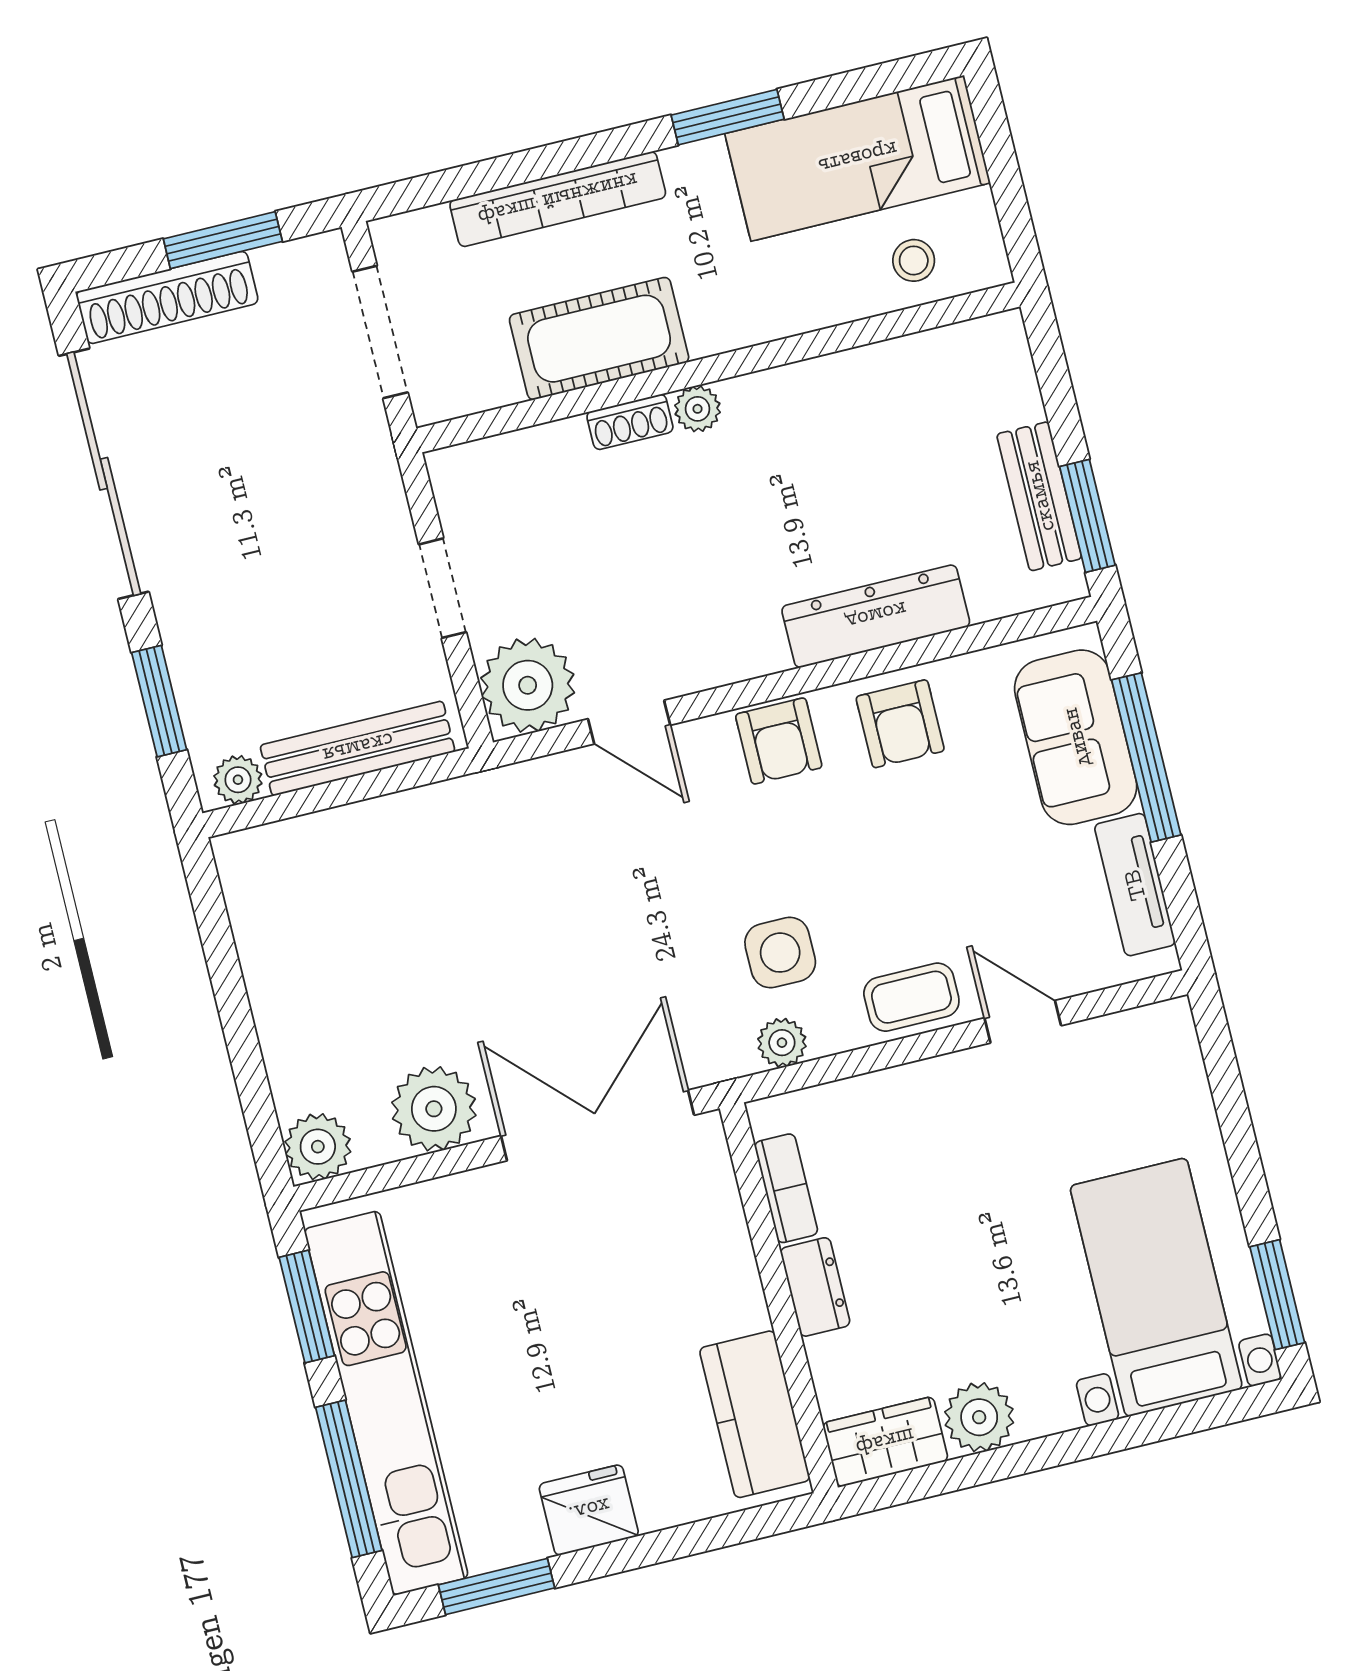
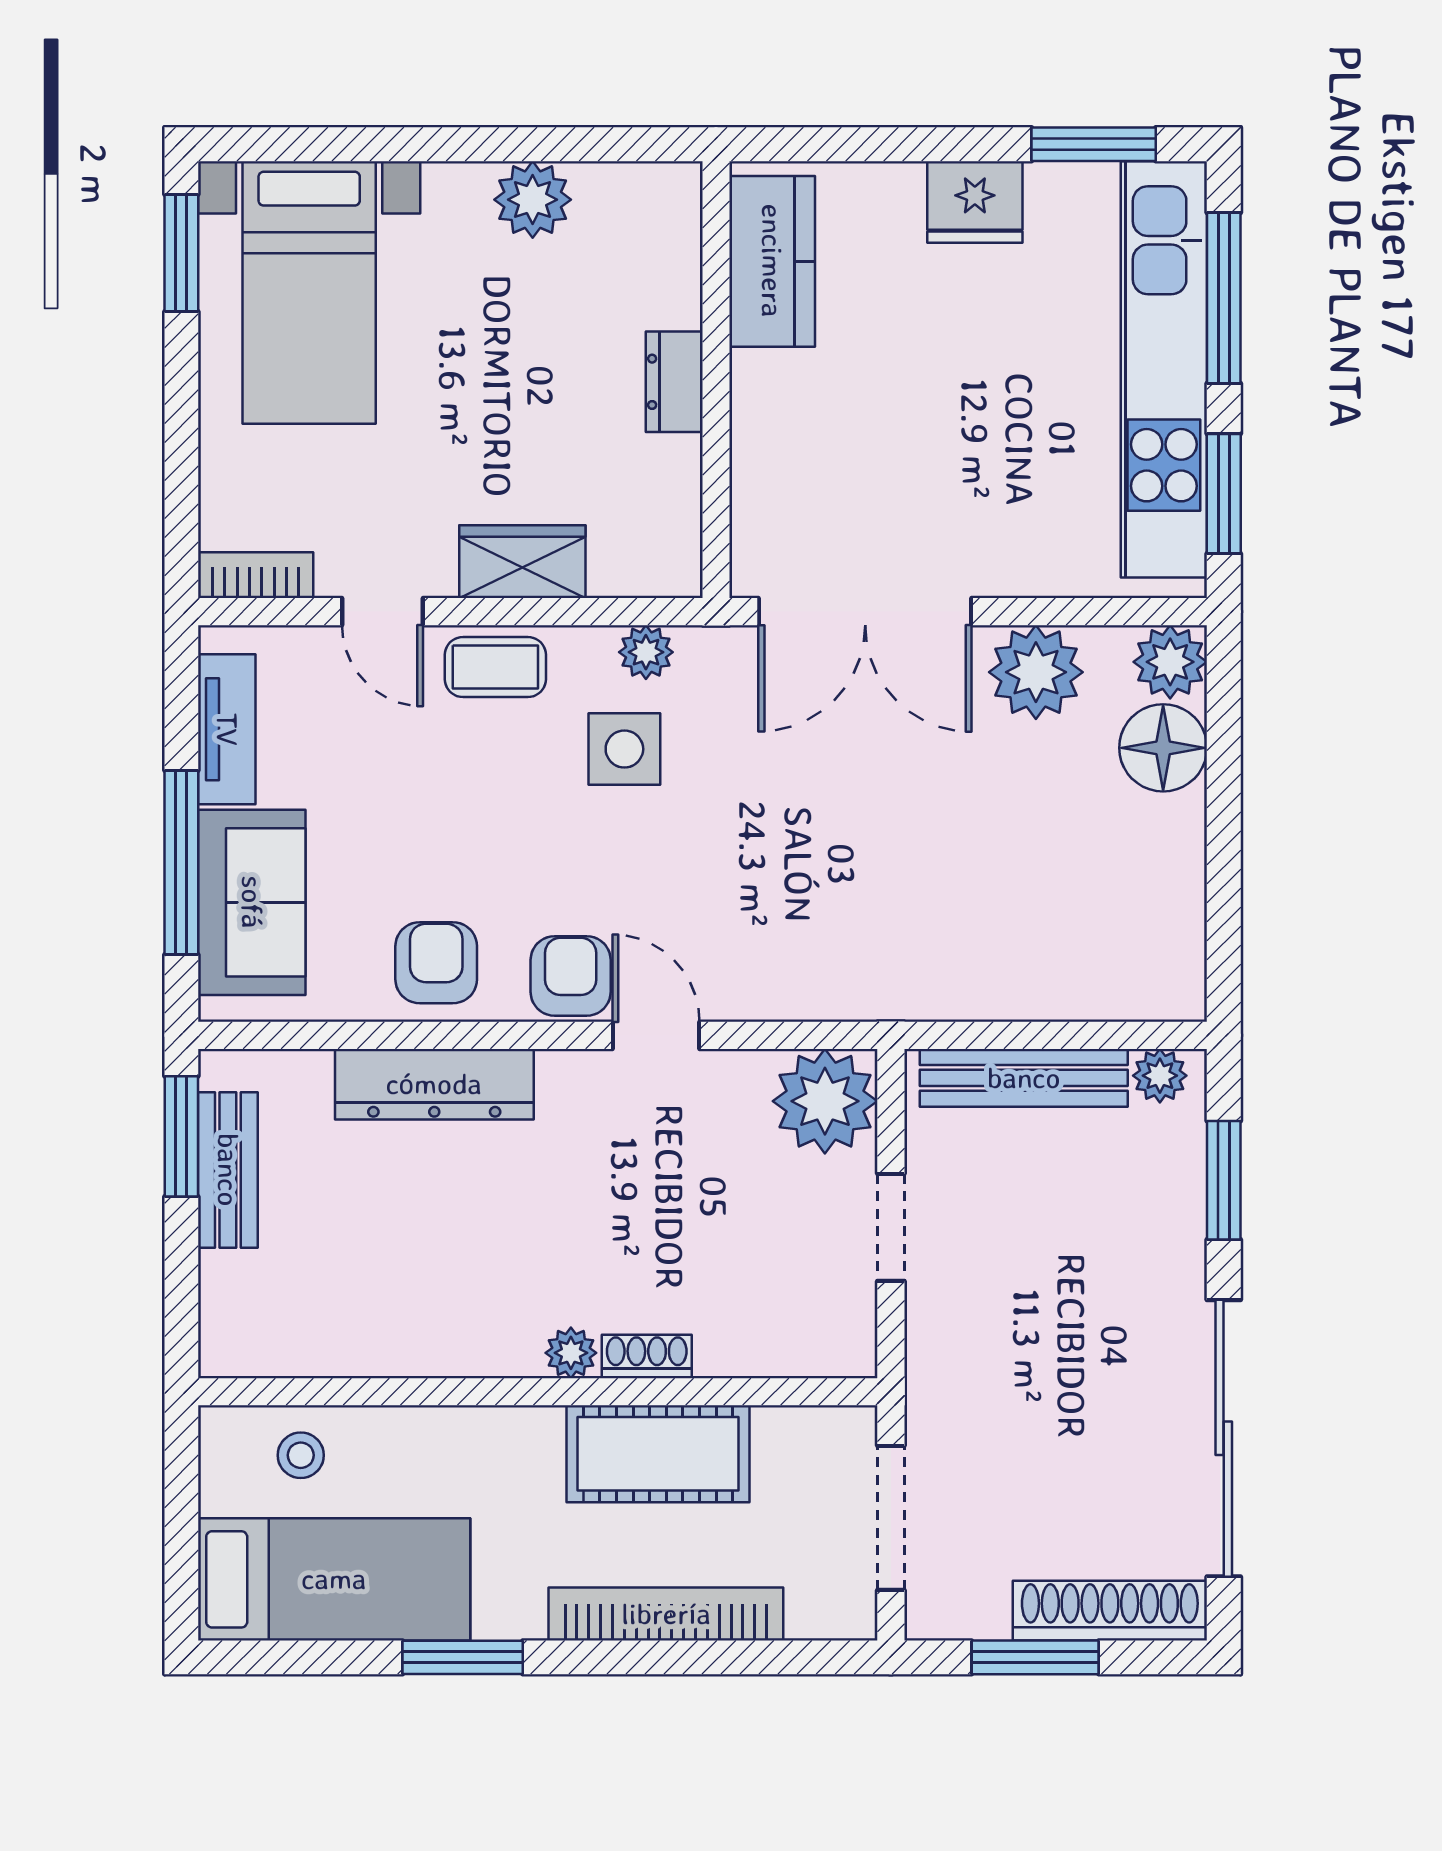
door: (629, 722) -> (656, 1035), moved
floor lamp: (306, 1069) -> (1163, 748), added
bookcase: (786, 1188) -> (256, 575), moved, turned 90
wardrobe: (885, 1442) -> (522, 562), moved, turned 180

